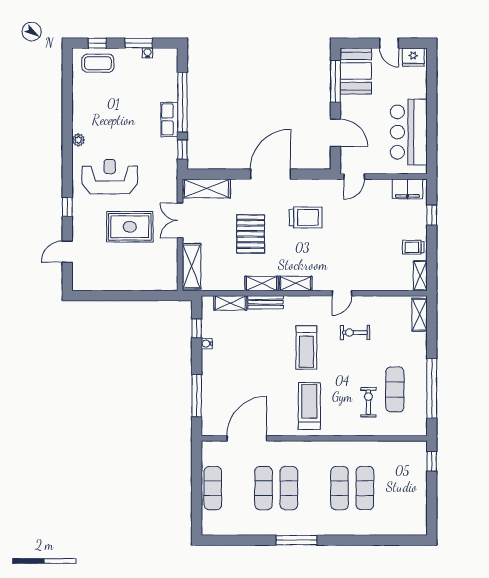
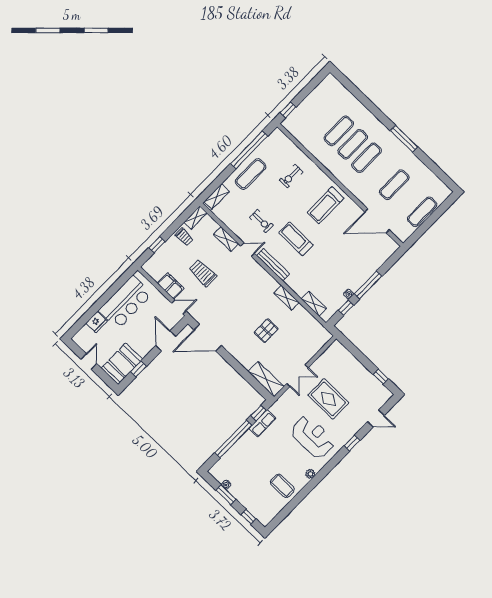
fridge: (413, 57) -> (97, 322), moved, turned 90
coffee table: (98, 63) -> (282, 486), moved
window: (335, 81) -> (138, 369), width x0.46
row of seats: (169, 119) -> (262, 423), moved
door: (271, 174) -> (208, 338), moved
reception desk: (110, 177) -> (313, 437), turned 180
filing cabinet: (407, 189) -> (171, 286), moved
trolley: (306, 217) -> (203, 273), moved
pallet: (251, 234) -> (266, 331), width x0.67, depth x0.71
shelving: (192, 266) -> (316, 344), removed
shelving: (296, 284) -> (226, 239), moved
window: (101, 296) -> (381, 377), added
bench: (266, 302) -> (273, 265), moved, width x1.36
treadmill: (306, 347) -> (296, 239), turned -90
exercise mat: (395, 389) -> (251, 174), moved
window: (197, 396) -> (368, 285), moved
exercise mat: (289, 488) -> (367, 158), moved

